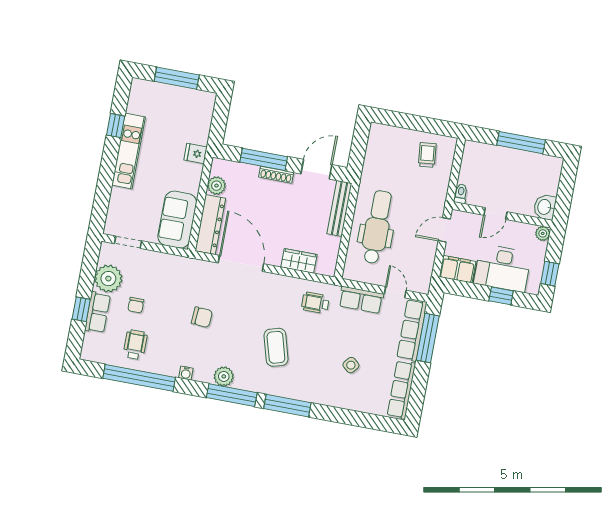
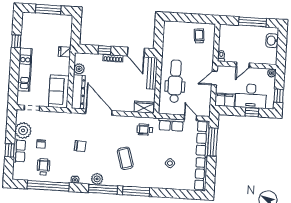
kitchen unit: (129, 151) -> (25, 70), moved
window: (264, 159) -> (105, 50), width x0.46
door: (316, 169) -> (136, 52), swing flipped
washbasin: (545, 207) -> (272, 41), moved
wardrobe: (299, 261) -> (144, 107), moved

